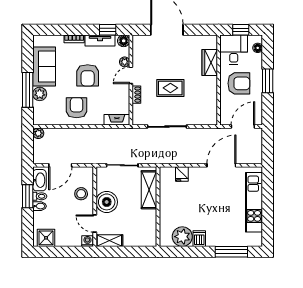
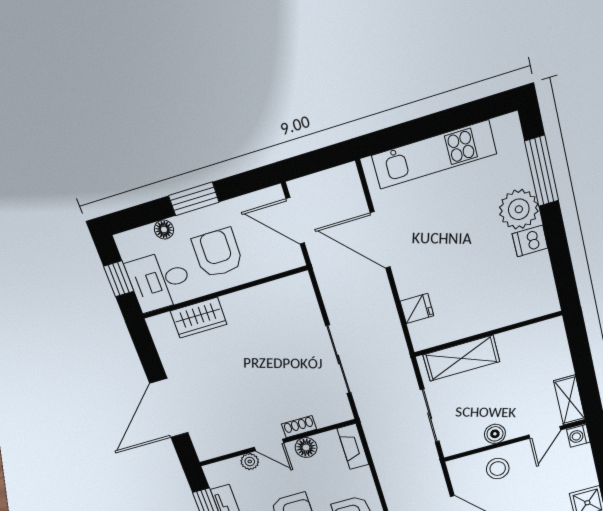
floor lamp: (124, 41) -> (306, 448), moved
floor lamp: (258, 48) -> (164, 230), moved
rug: (170, 88) -> (268, 373), removed
boiler: (107, 202) -> (495, 434), width x0.54, depth x0.54
plant: (182, 237) -> (519, 209), moved

